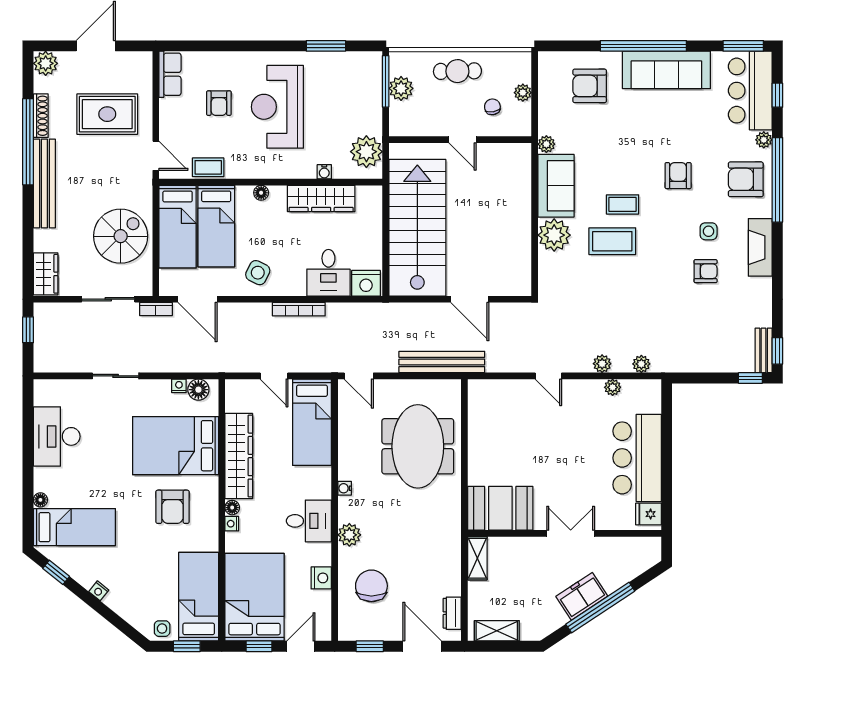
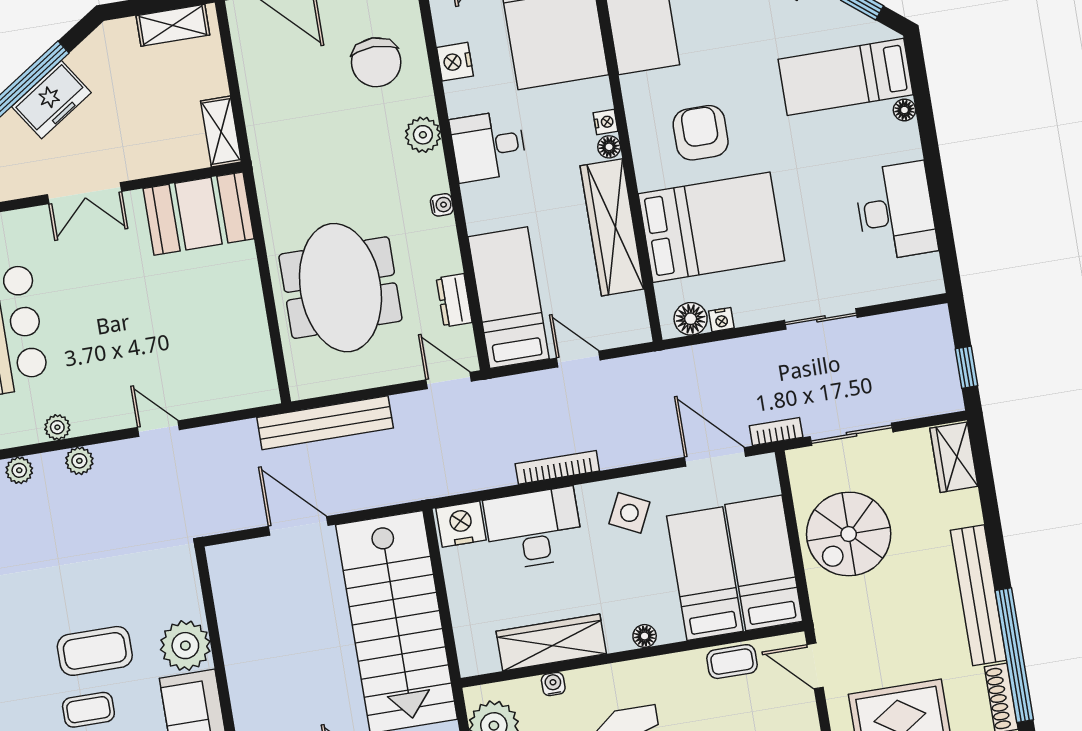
desk: (328, 273) -> (534, 529), width x1.37
dresser: (452, 613) -> (454, 300), moved, turned 180

